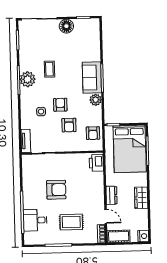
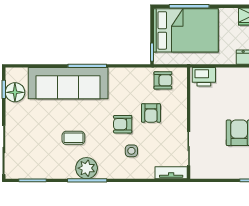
floor lamp: (66, 26) -> (15, 92), moved
sofa: (92, 77) -> (68, 83), width x1.85, depth x1.27
plant: (96, 100) -> (117, 75), removed
armchair: (69, 125) -> (151, 113), turned 90

